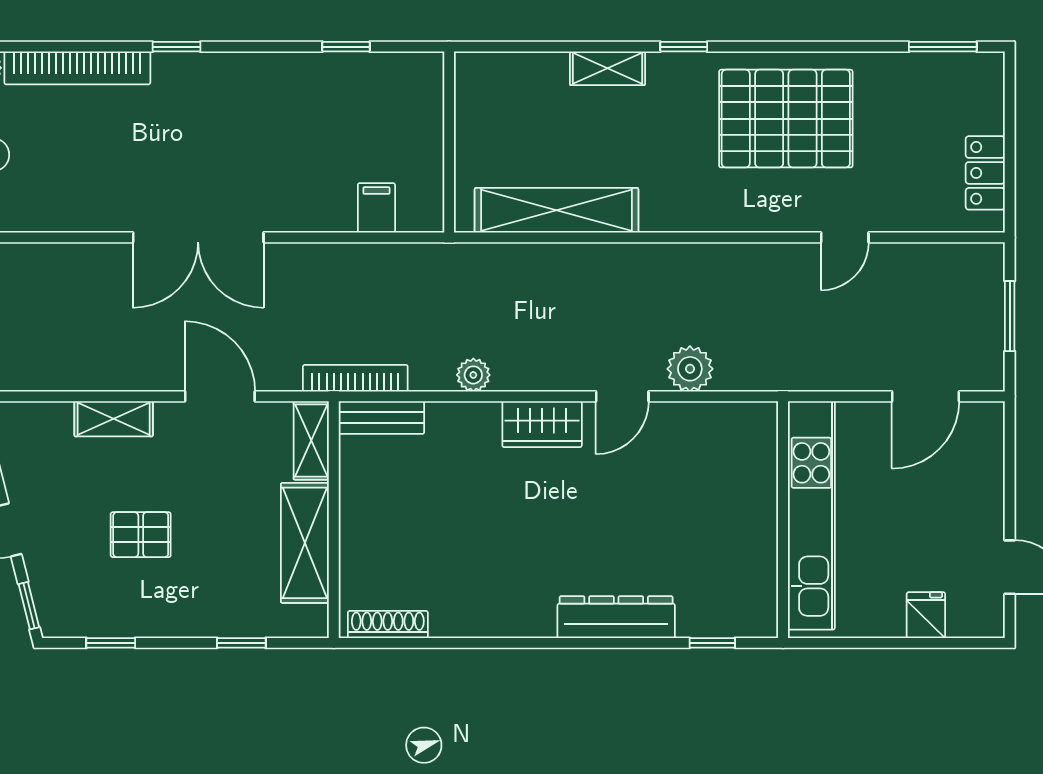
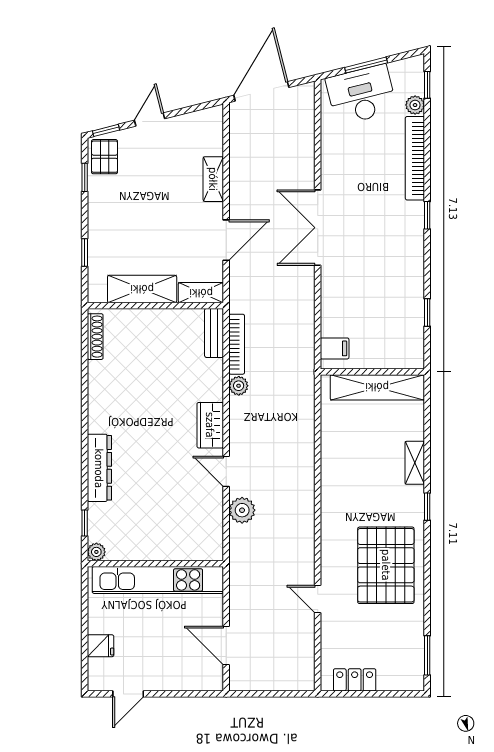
filing cabinet: (376, 208) -> (335, 348), moved
shelving: (556, 210) -> (377, 387), moved, turned 90
window: (1010, 316) -> (272, 694), removed
bookcase: (355, 378) -> (237, 344), moved
pallet: (141, 535) -> (105, 157), moved
plant: (763, 622) -> (96, 552), added

